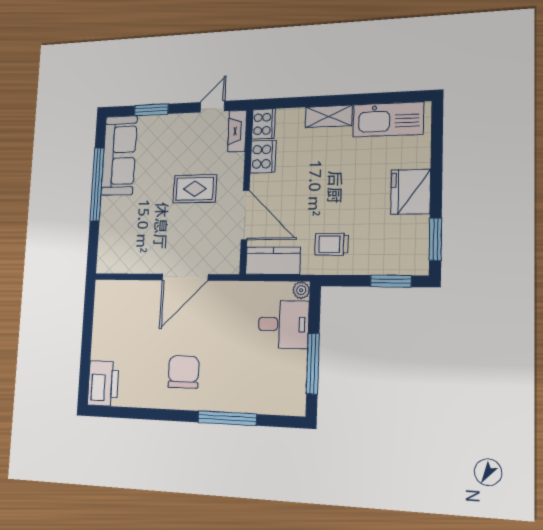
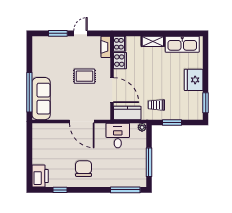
door: (212, 107) -> (80, 33), moved
sofa: (119, 155) -> (41, 99), moved
window: (97, 184) -> (29, 92), moved
door: (185, 277) -> (82, 121), hinge flipped
window: (391, 281) -> (172, 123), moved
desk: (283, 324) -> (118, 136), moved, turned -90
window: (137, 413) -> (60, 190), added
window: (227, 418) -> (125, 190), moved

